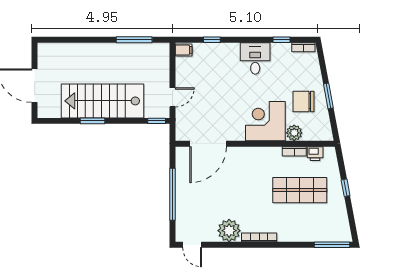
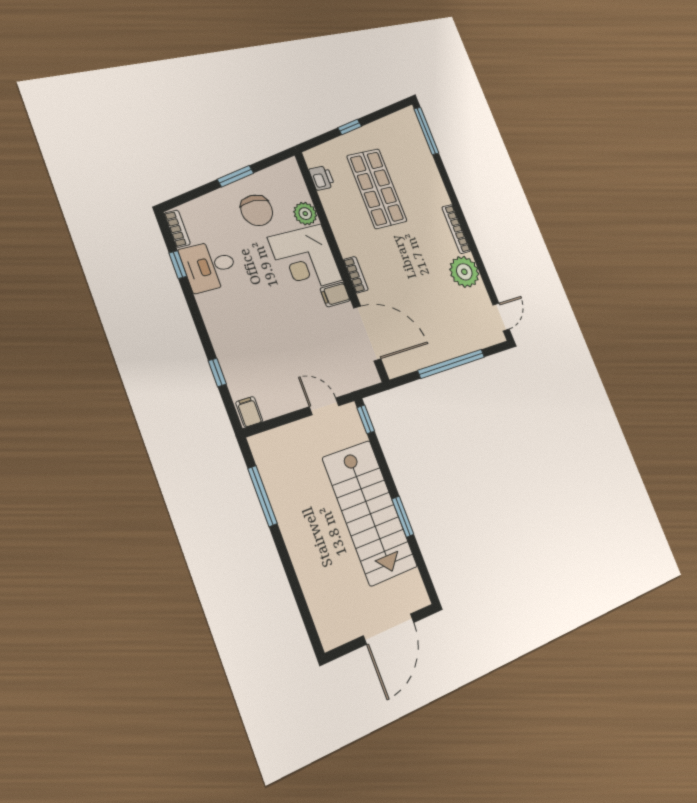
desk: (255, 58) -> (209, 266), moved
filing cabinet: (238, 132) -> (335, 295), added
bookcase: (294, 151) -> (356, 275), moved

